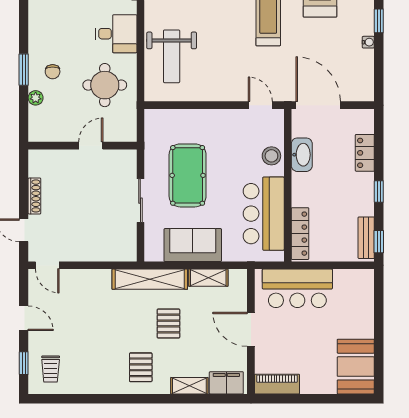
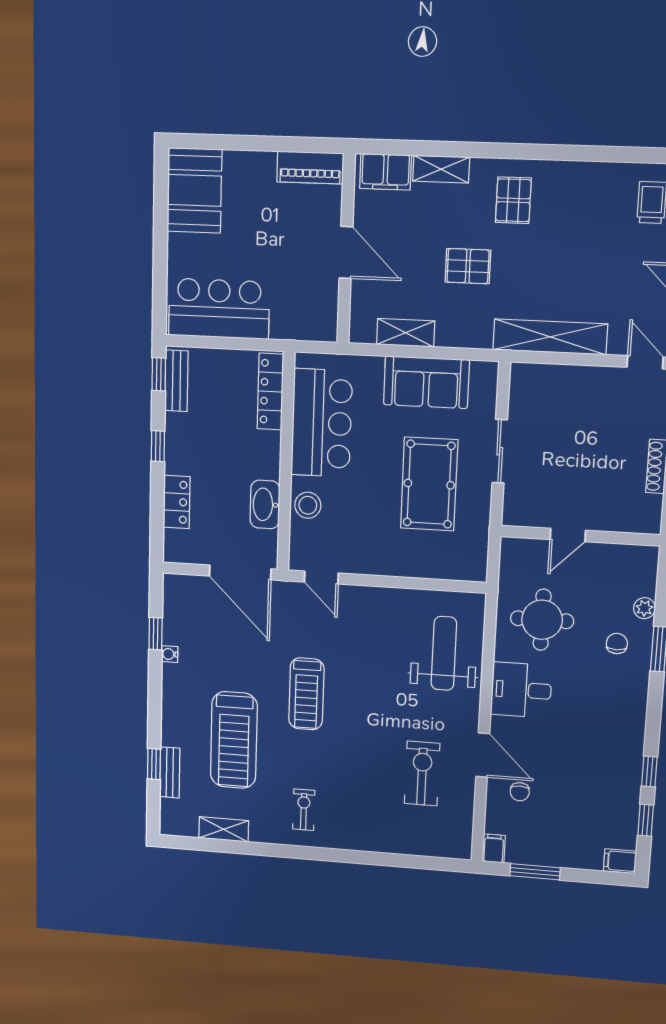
window: (379, 21) -> (156, 634), moved
shelving: (150, 279) -> (550, 337), moved
bar counter: (297, 288) -> (219, 309), moved
pallet: (168, 324) -> (468, 266), turned 90

